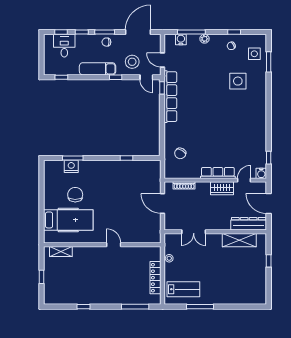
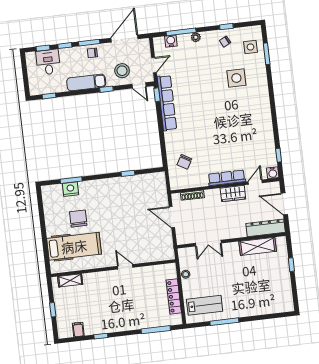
door: (163, 60) -> (154, 65), swing flipped
filing cabinet: (63, 298) -> (78, 330), added

